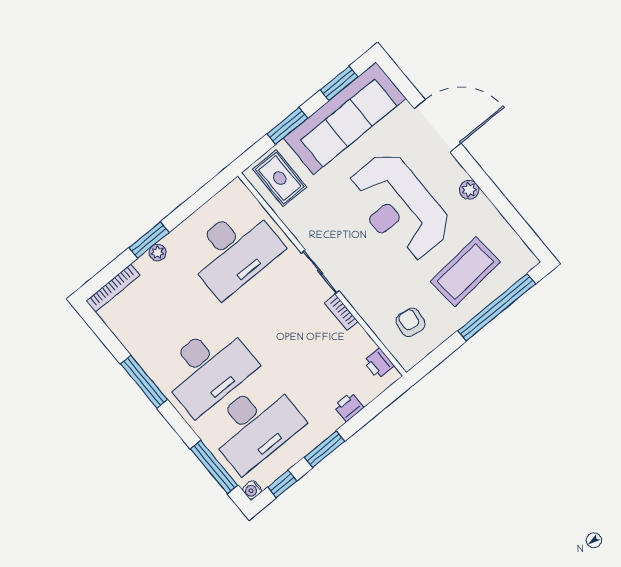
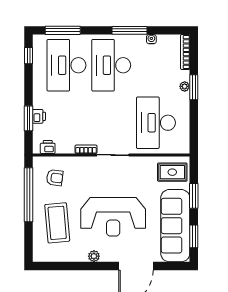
reception desk: (399, 207) -> (113, 217), turned 180
window: (497, 307) -> (29, 195), moved
window: (324, 449) -> (29, 118), moved
water cooler: (252, 490) -> (151, 39), moved

